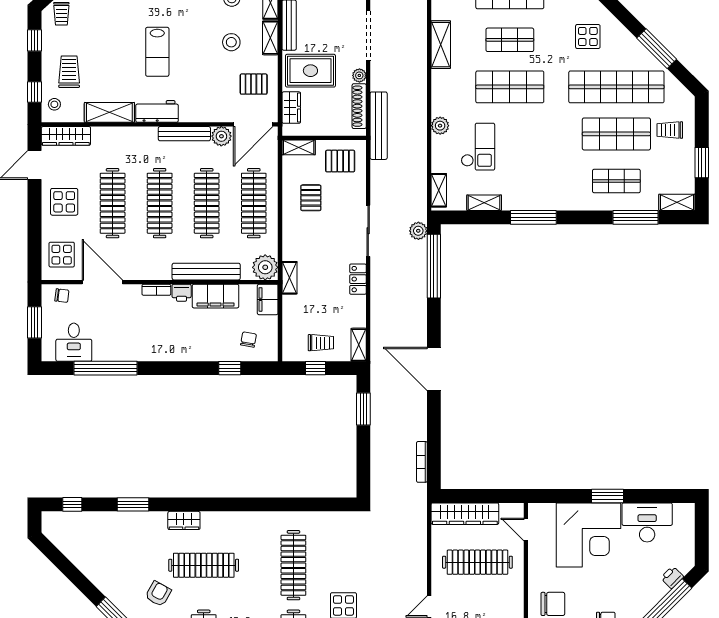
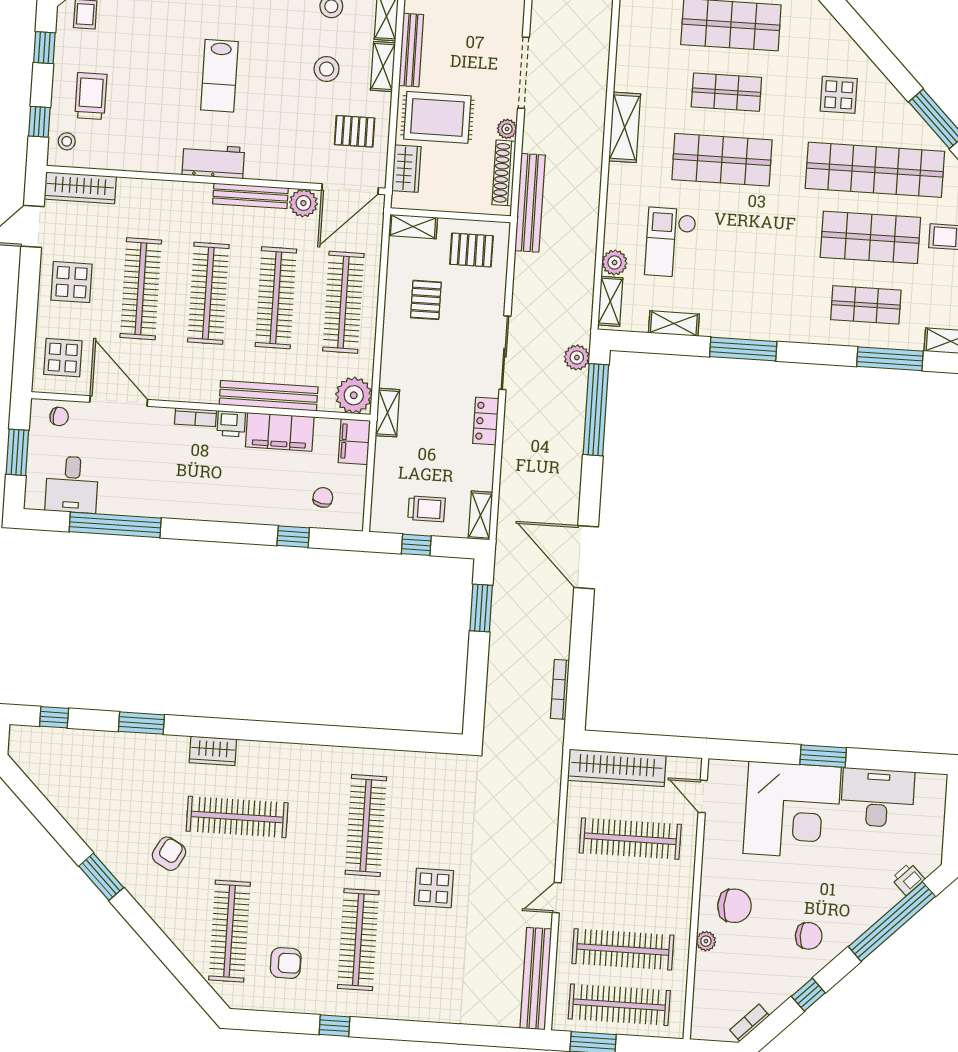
shelving: (441, 45) -> (625, 127), moved
shelving: (109, 112) -> (145, 158), removed
plant: (440, 126) -> (615, 263), moved
checkout: (478, 147) -> (671, 242), turned 180

